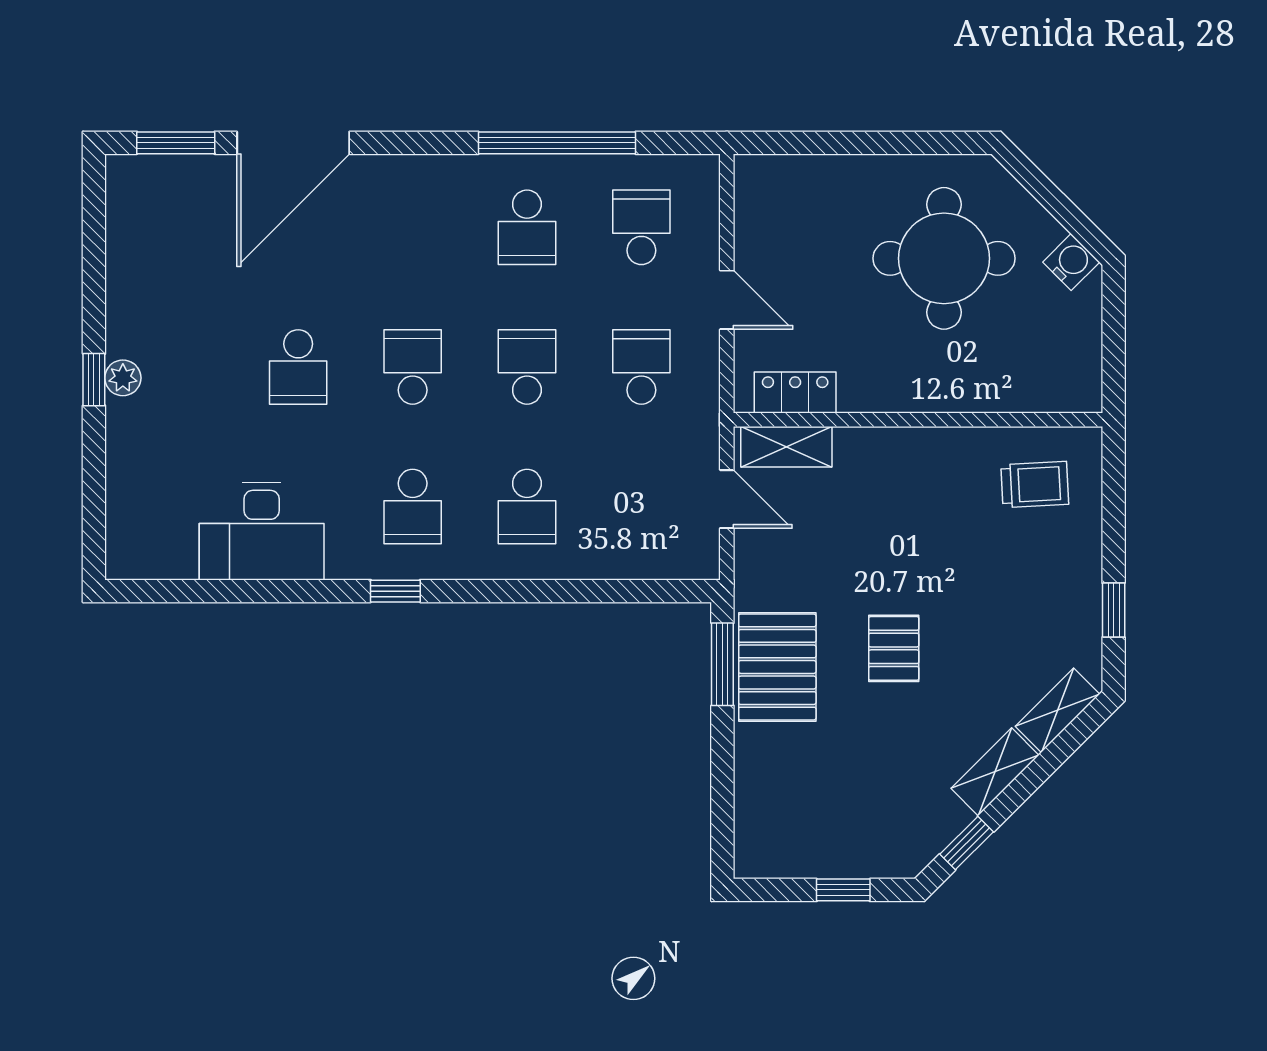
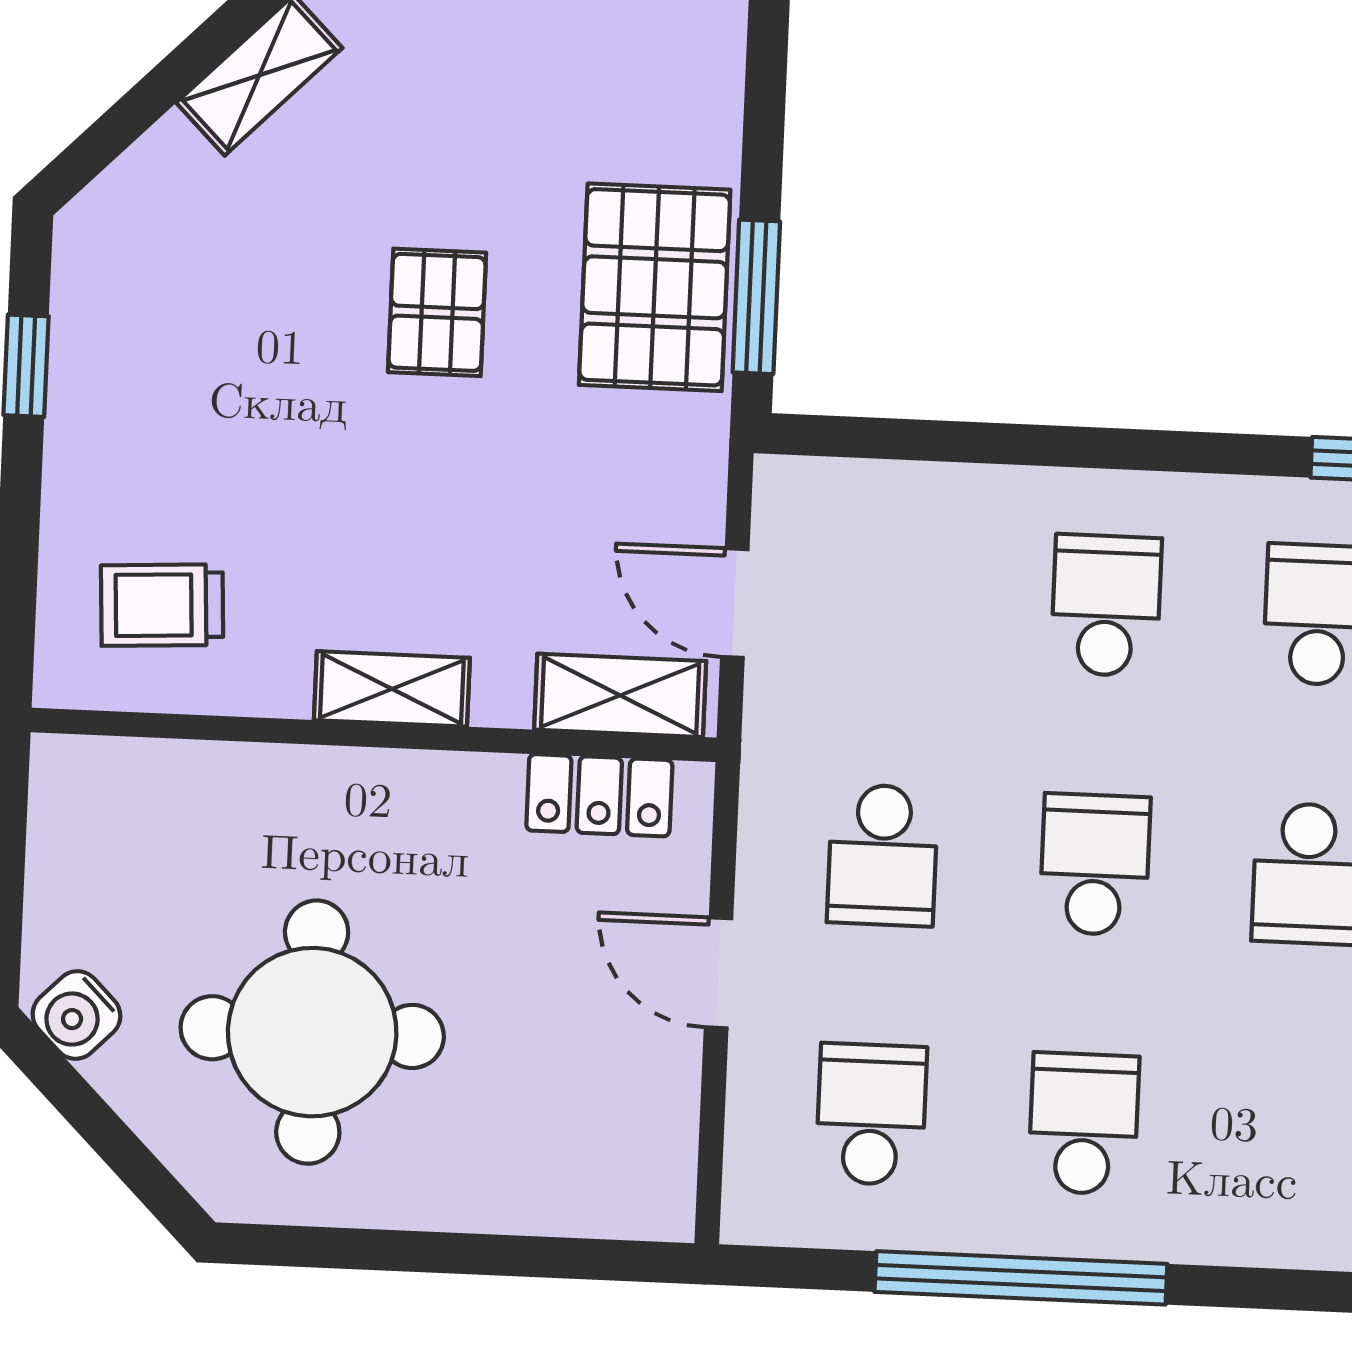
school desk: (641, 227) -> (871, 1114), turned 180
school desk: (527, 367) -> (1095, 864), turned 180
shelving: (1058, 710) -> (392, 689), moved, turned 45

